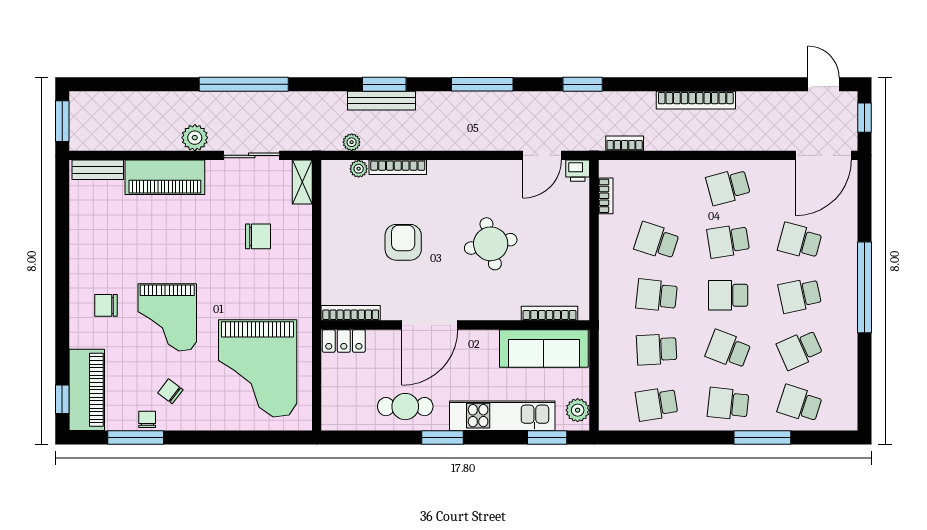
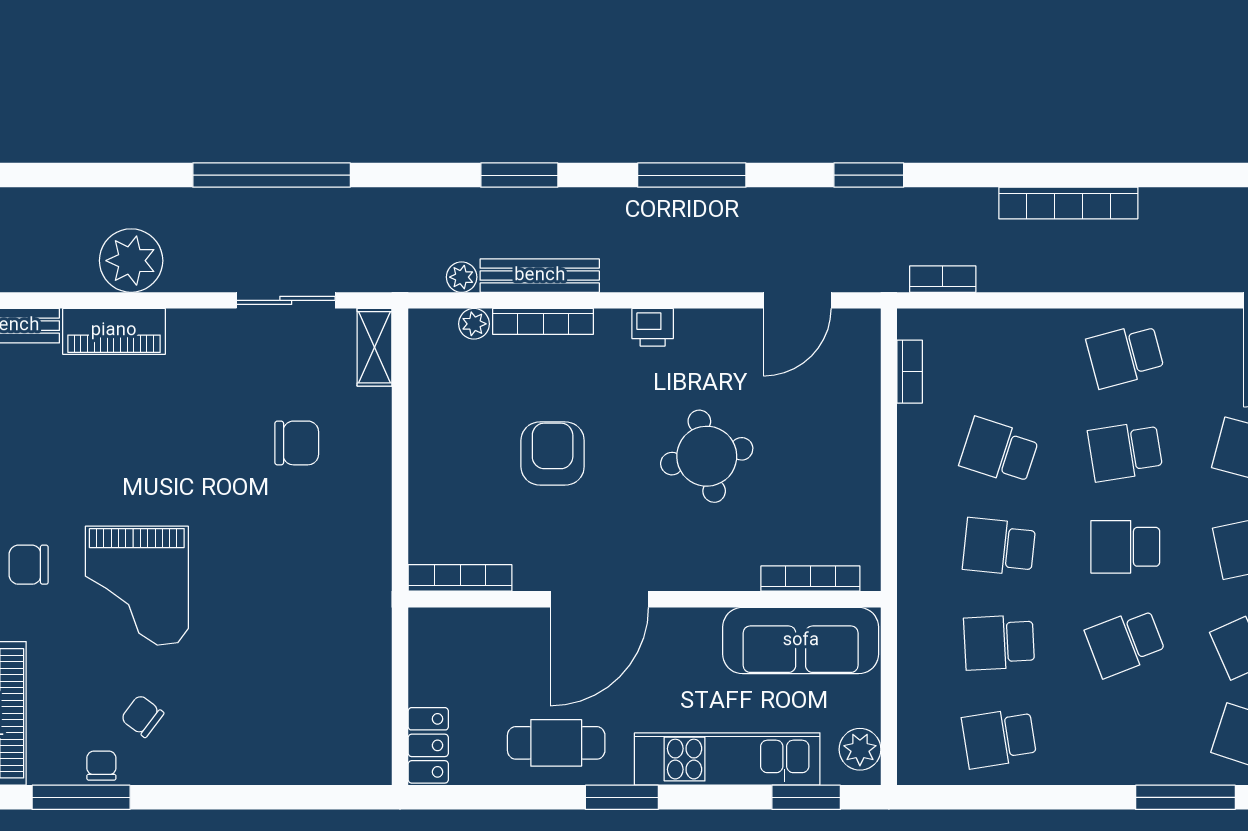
bench: (382, 101) -> (540, 276), moved
plant: (195, 138) -> (131, 261), moved, width x1.36, depth x1.36
printer: (578, 171) -> (653, 327), moved
piano: (165, 177) -> (114, 331), width x0.73, depth x0.75
locker: (344, 341) -> (428, 745), moved, turned -90
school desk: (728, 350) -> (1125, 642), turned -42
grand piano: (258, 368) -> (296, 676), removed
school desk: (728, 404) -> (1125, 738), removed

